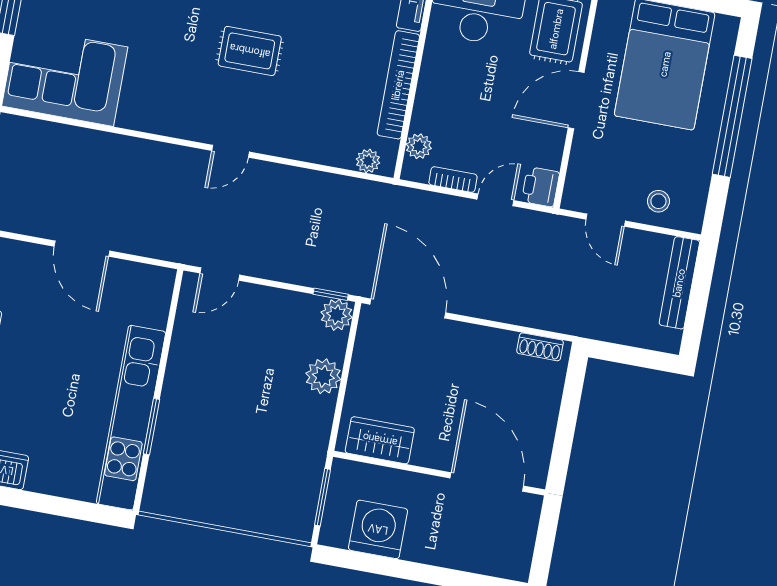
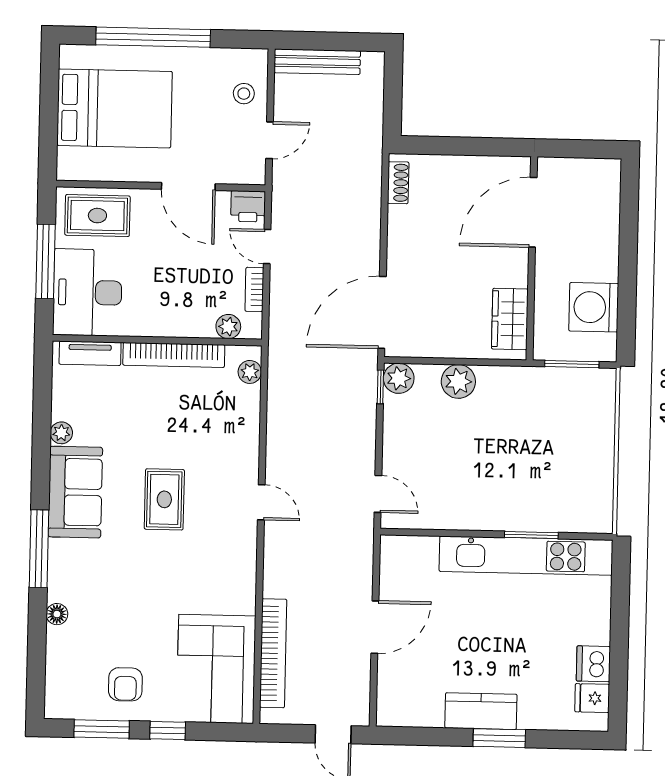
door: (576, 100) -> (188, 186), moved
bookcase: (72, 138) -> (273, 653), added

